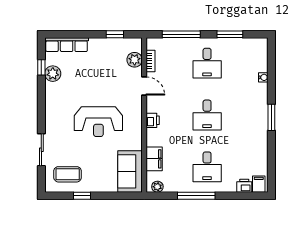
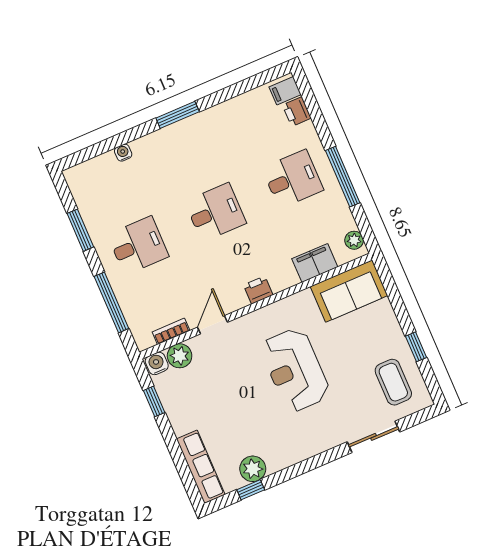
water cooler: (136, 45) -> (157, 363), added
reception desk: (98, 122) -> (295, 370), turned 180

